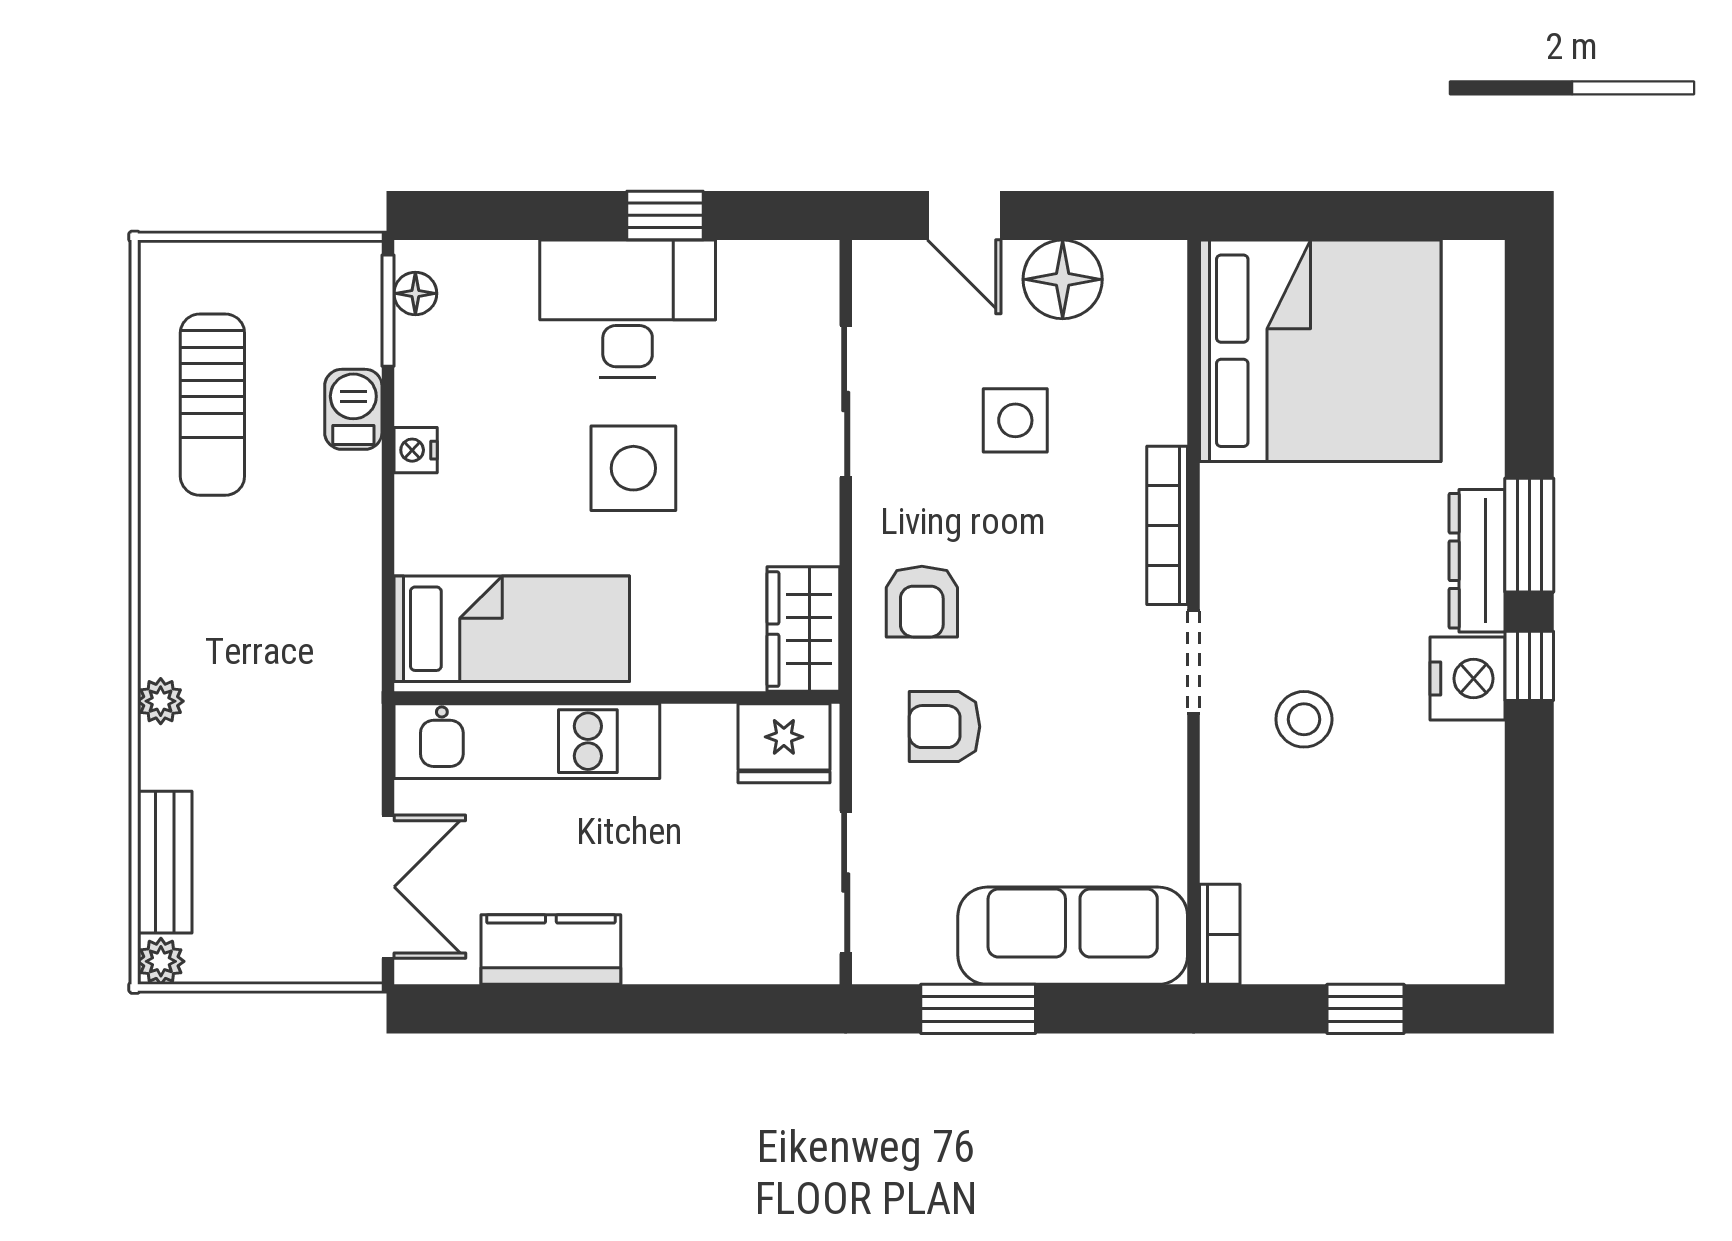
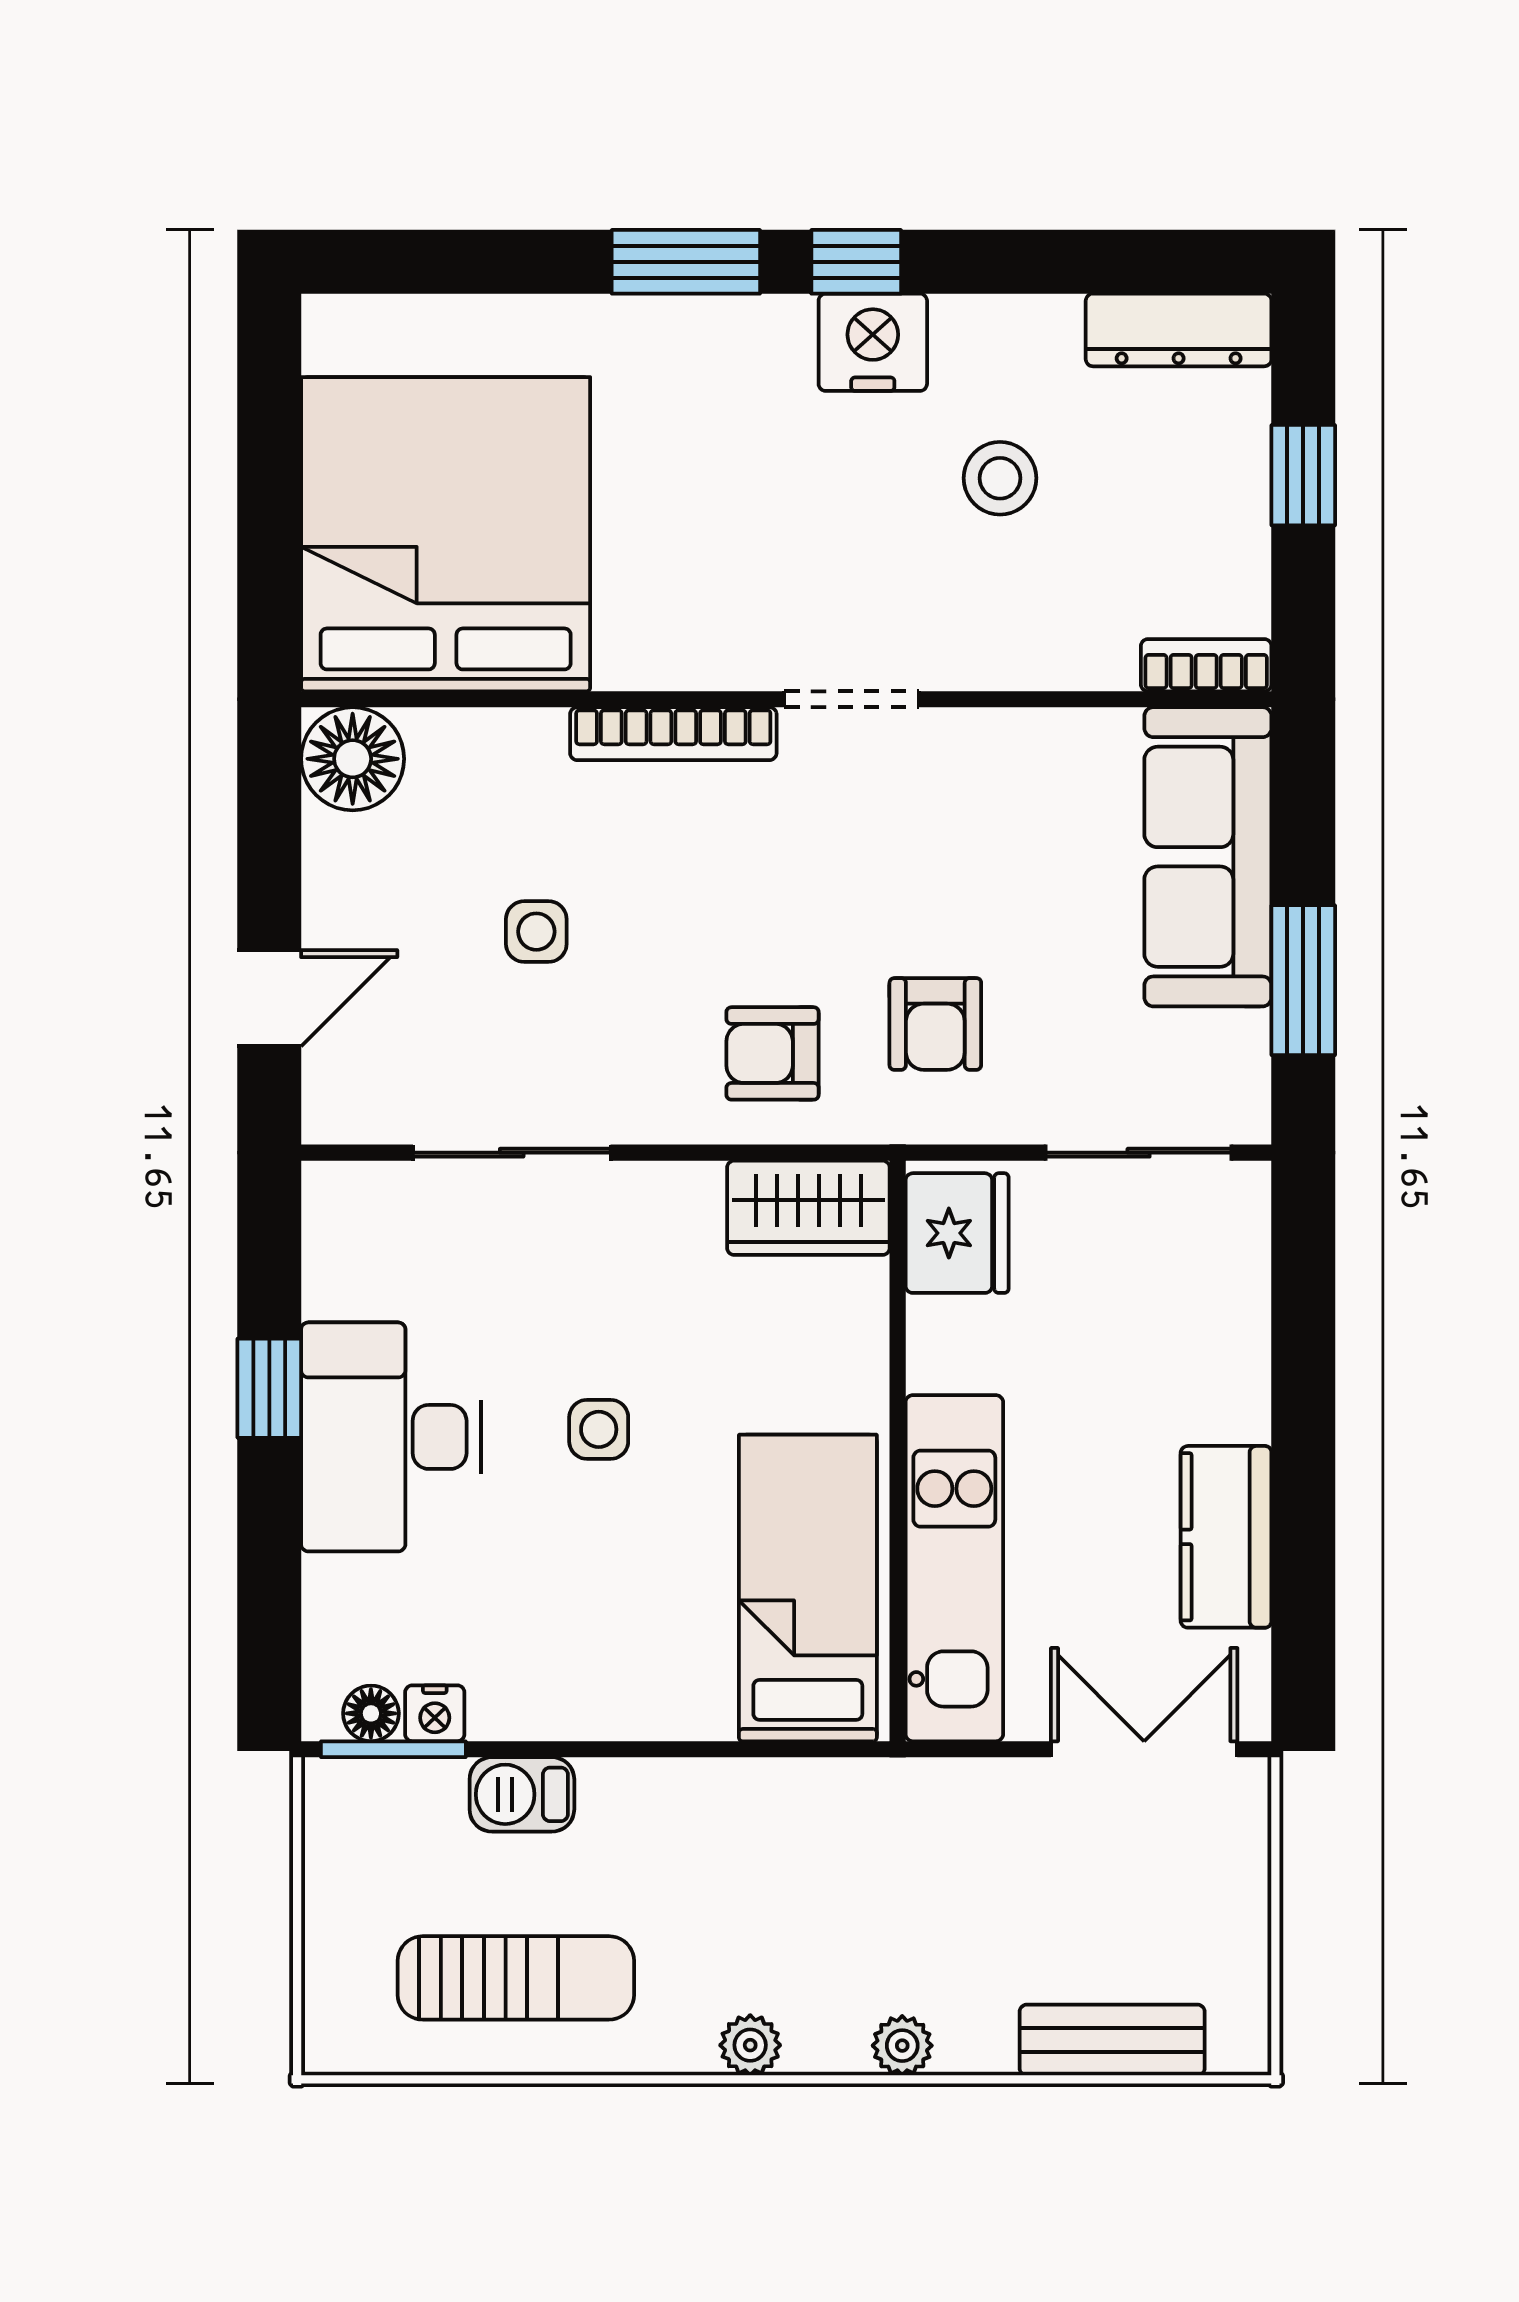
floor lamp: (1063, 279) -> (353, 759), moved
side table: (1015, 420) -> (536, 932), width x0.73, depth x0.73
nightstand: (416, 450) -> (435, 1713), moved
side table: (633, 468) -> (599, 1429), width x0.54, depth x0.54
dresser: (1477, 561) -> (1179, 330), moved
armchair: (922, 602) -> (773, 1053), turned 180
stool: (1304, 719) -> (1000, 478), moved
plant: (161, 961) -> (750, 2045), moved

